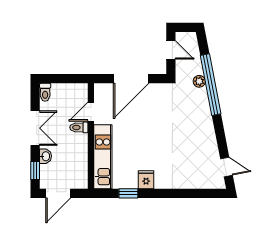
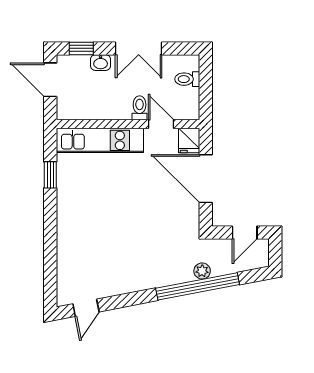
toilet: (45, 92) -> (187, 79), moved
fridge: (146, 180) -> (189, 141), moved, turned 90

